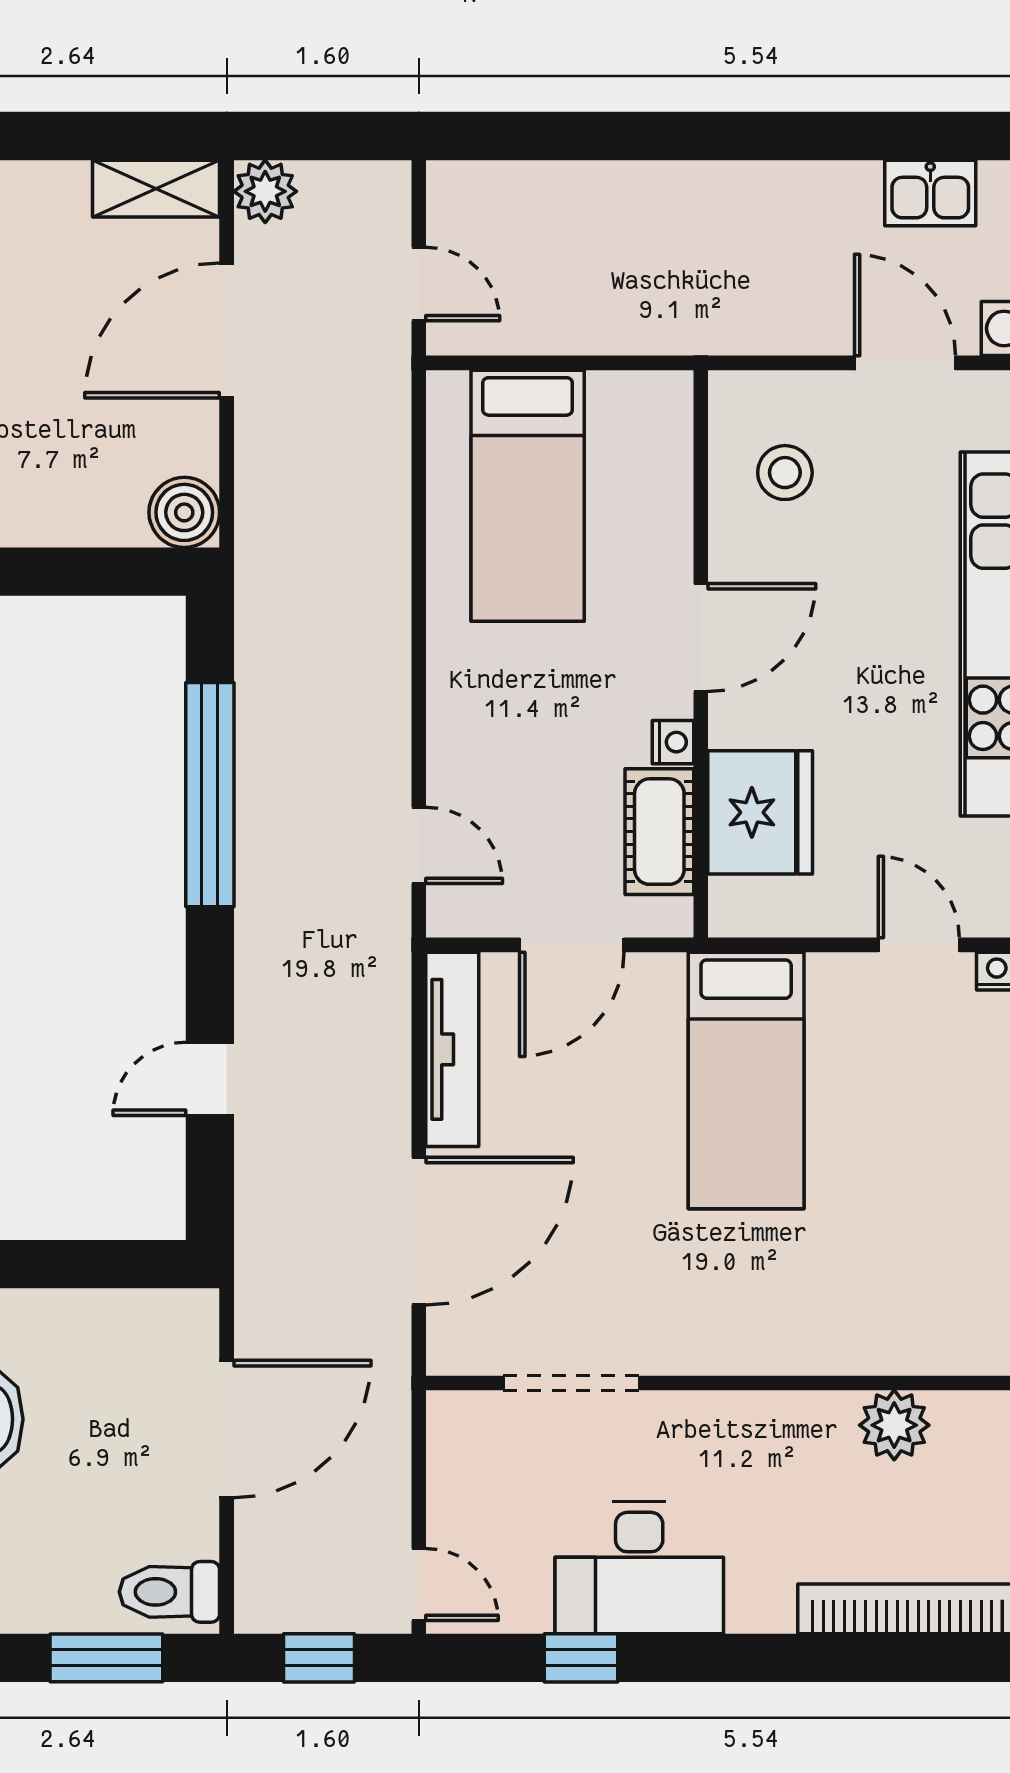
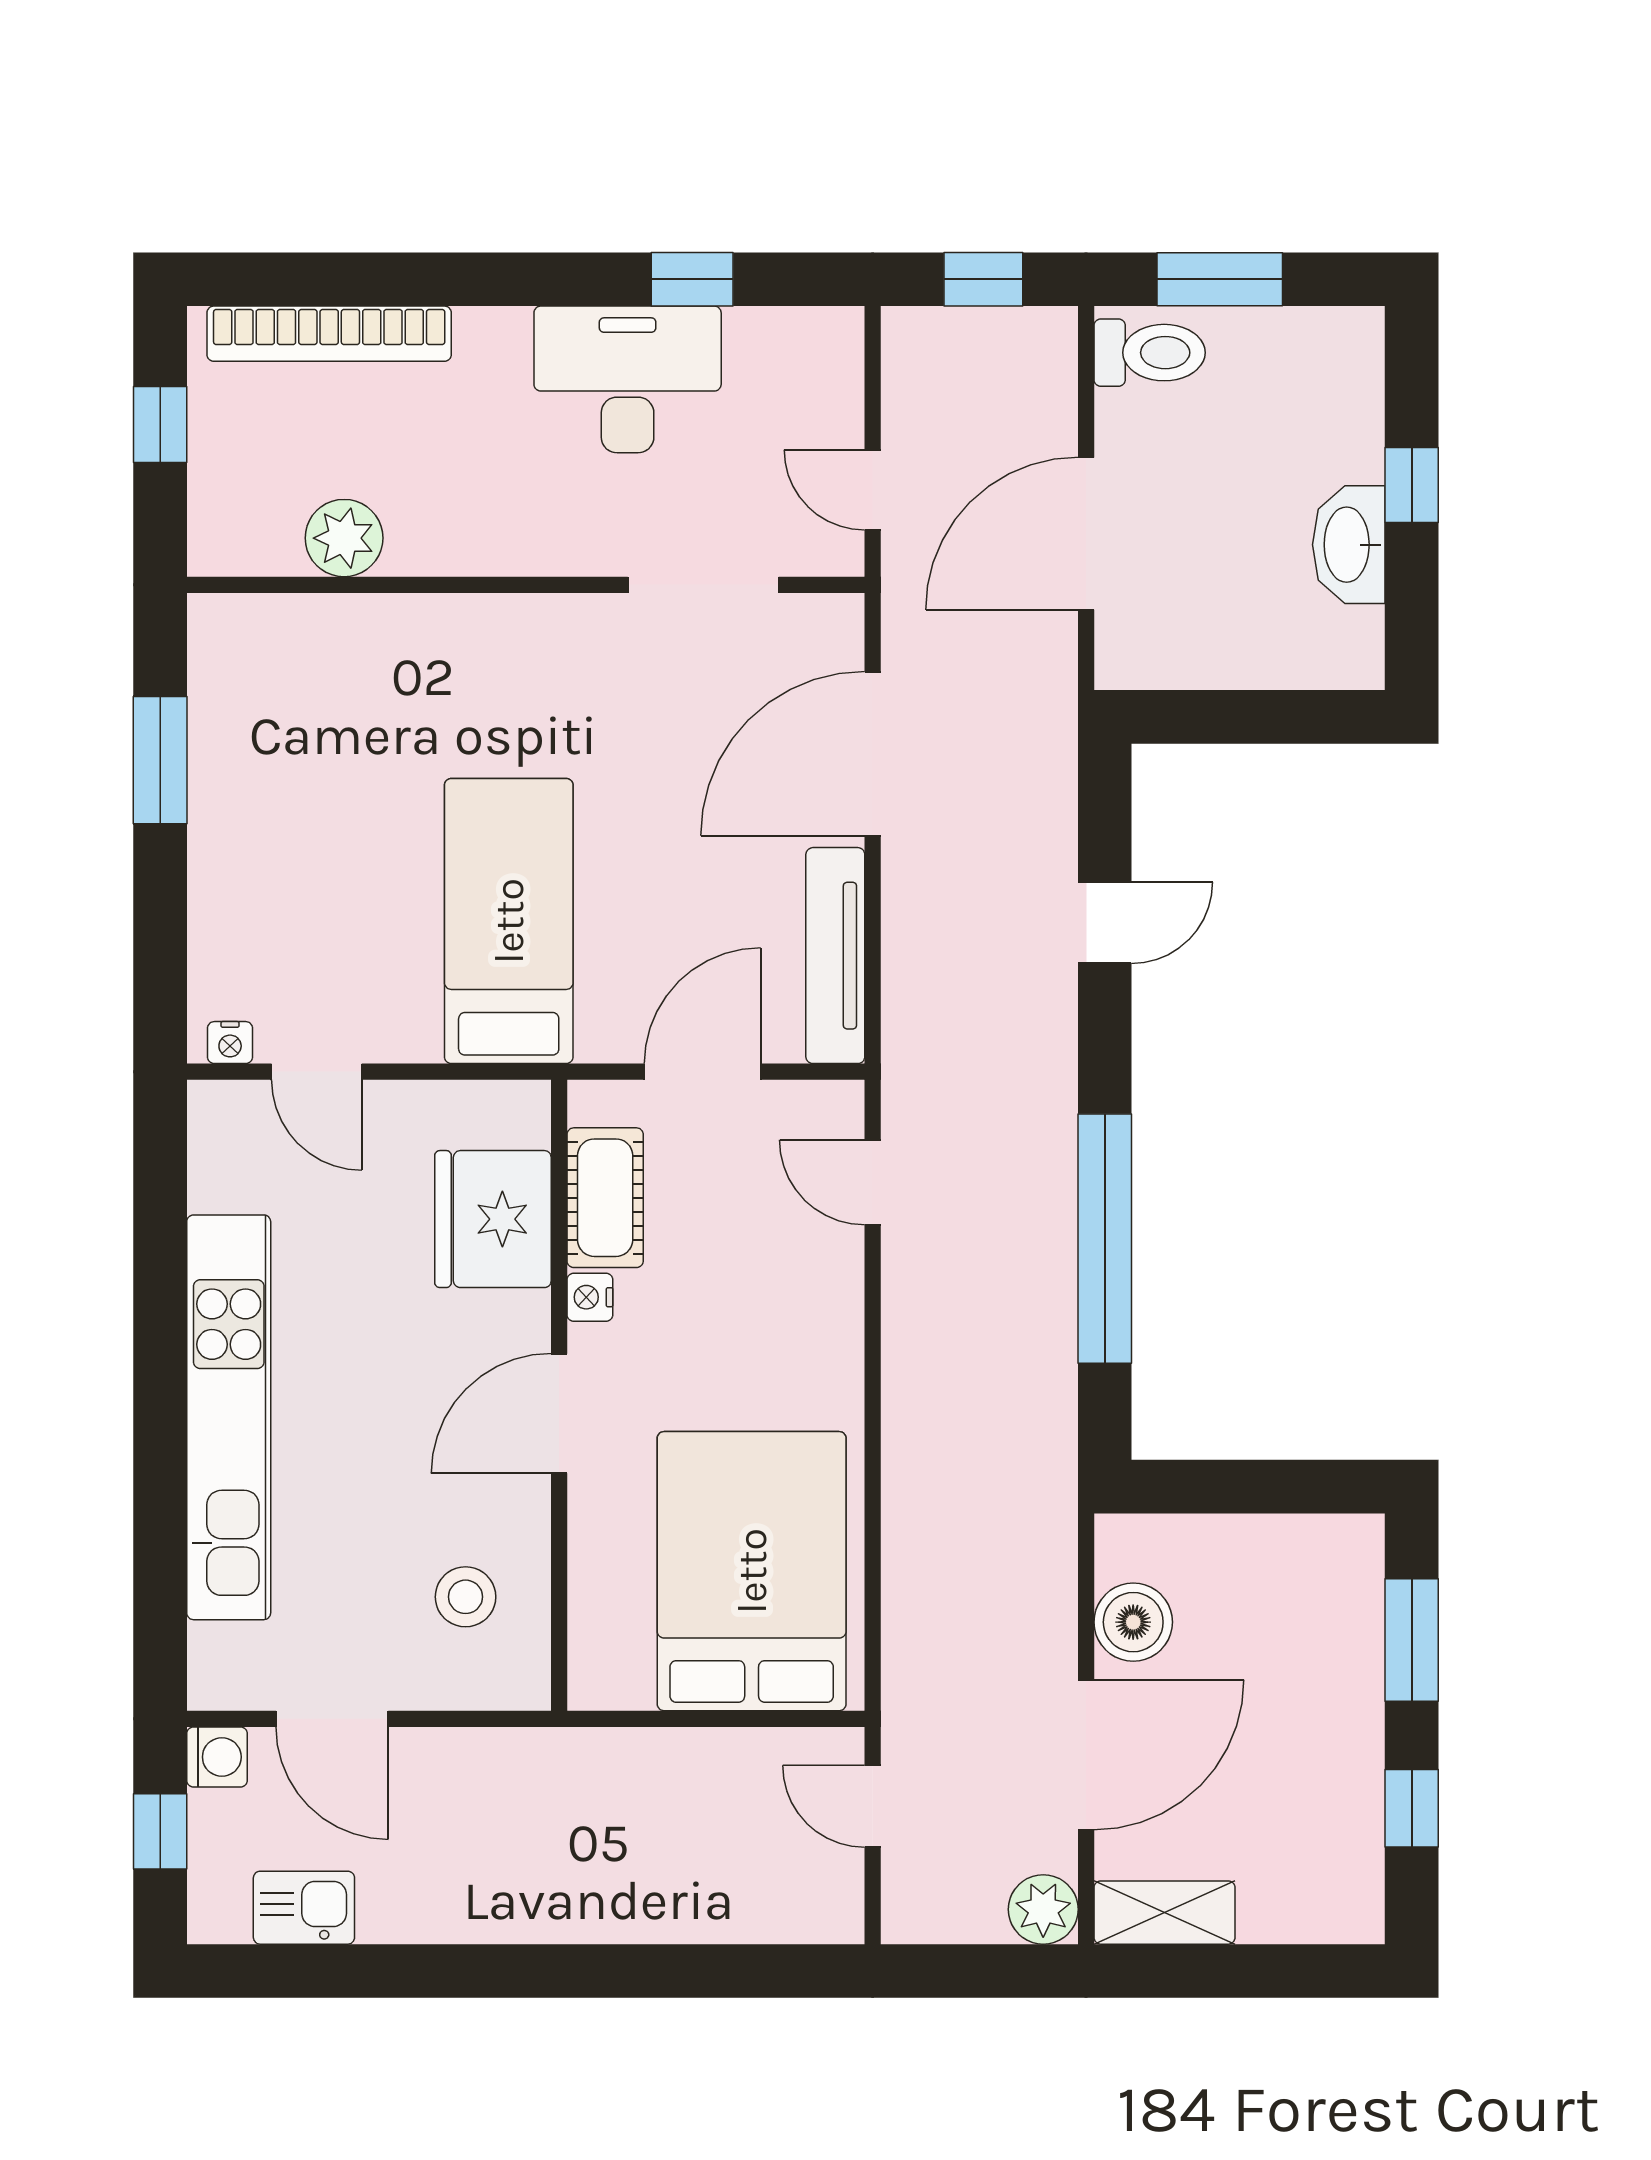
bed: (528, 496) -> (752, 1571), width x1.50
boiler: (184, 512) -> (1133, 1622), moved
door: (419, 1584) -> (873, 490), moved

